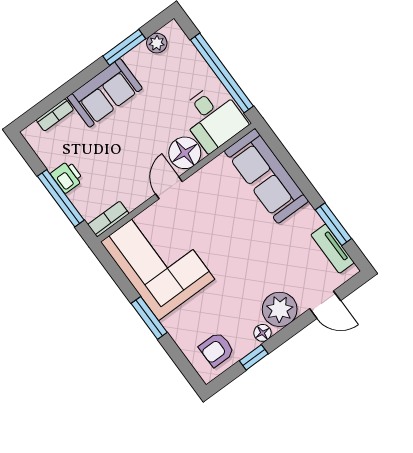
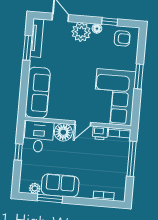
window: (222, 73) -> (19, 152), width x0.32
sofa: (105, 93) -> (60, 185), moved
printer: (67, 177) -> (100, 133), moved, turned -90
tv unit: (332, 249) -> (37, 38), width x1.41

